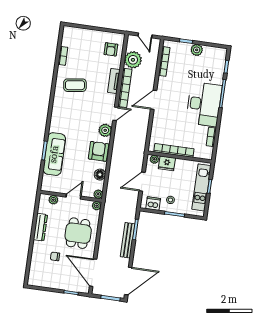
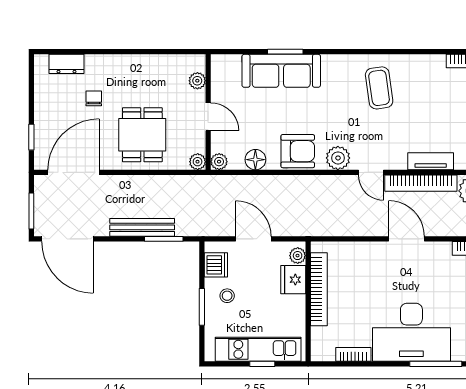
coffee table: (75, 85) -> (379, 88), moved
dresser: (40, 227) -> (66, 64), moved, width x0.70
dining table: (78, 233) -> (142, 135), turned 90

